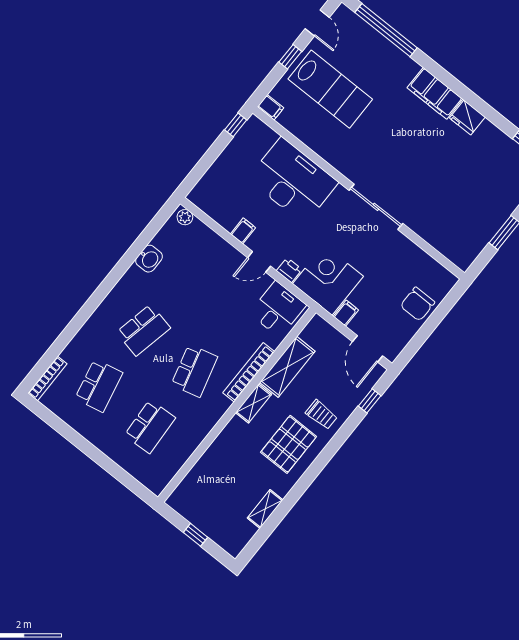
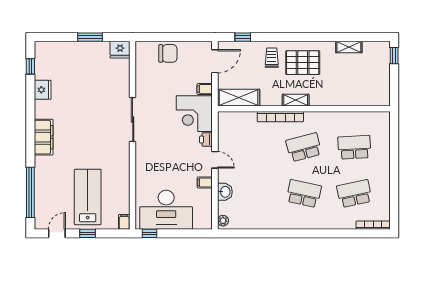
fridge: (467, 118) -> (43, 90), moved
desk: (293, 181) -> (166, 210), moved, turned -90
fridge: (464, 255) -> (120, 50), added
washbasin: (149, 259) -> (225, 192), moved, turned 90
desk: (278, 309) -> (233, 128), removed
shelving: (287, 367) -> (239, 98), moved
window: (195, 535) -> (394, 56), moved

